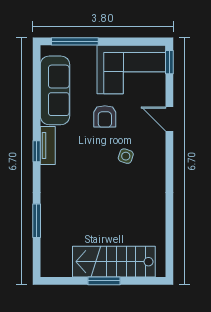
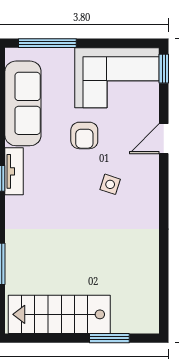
door: (169, 119) -> (164, 139), hinge flipped
stairs: (114, 262) -> (59, 314), moved
window: (104, 281) -> (109, 338), moved

